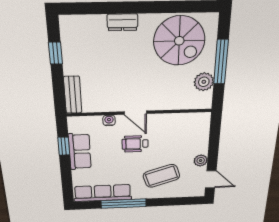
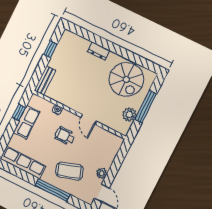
door: (135, 113) -> (89, 119), moved
window: (124, 204) -> (53, 190), moved

